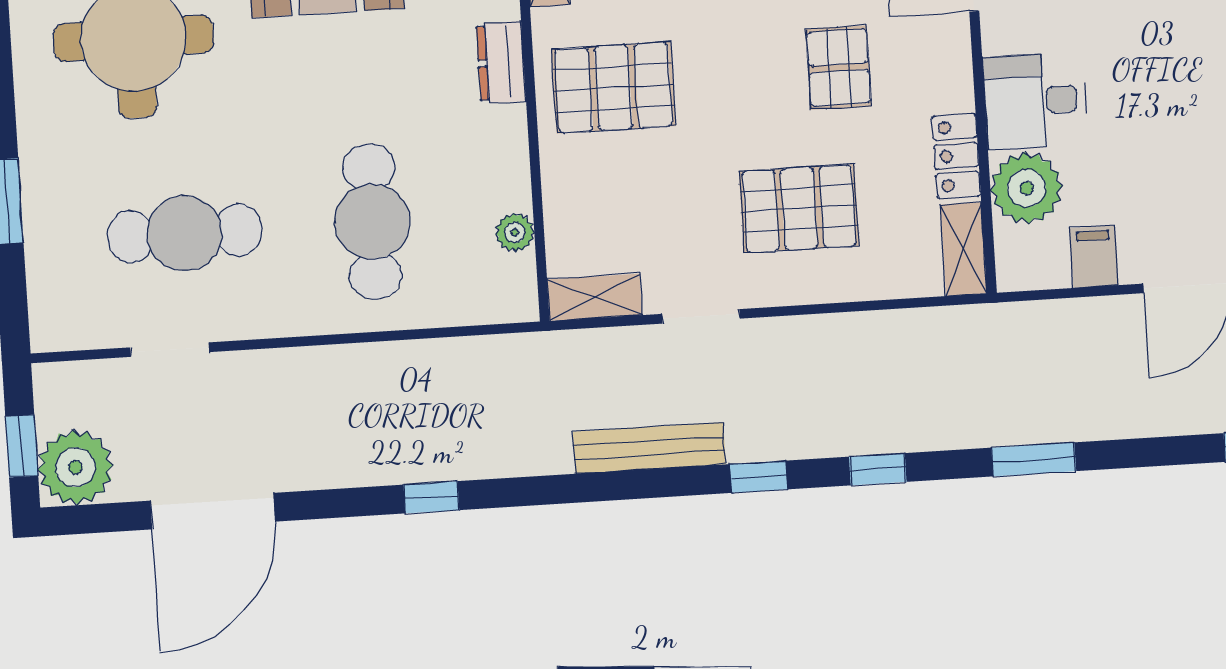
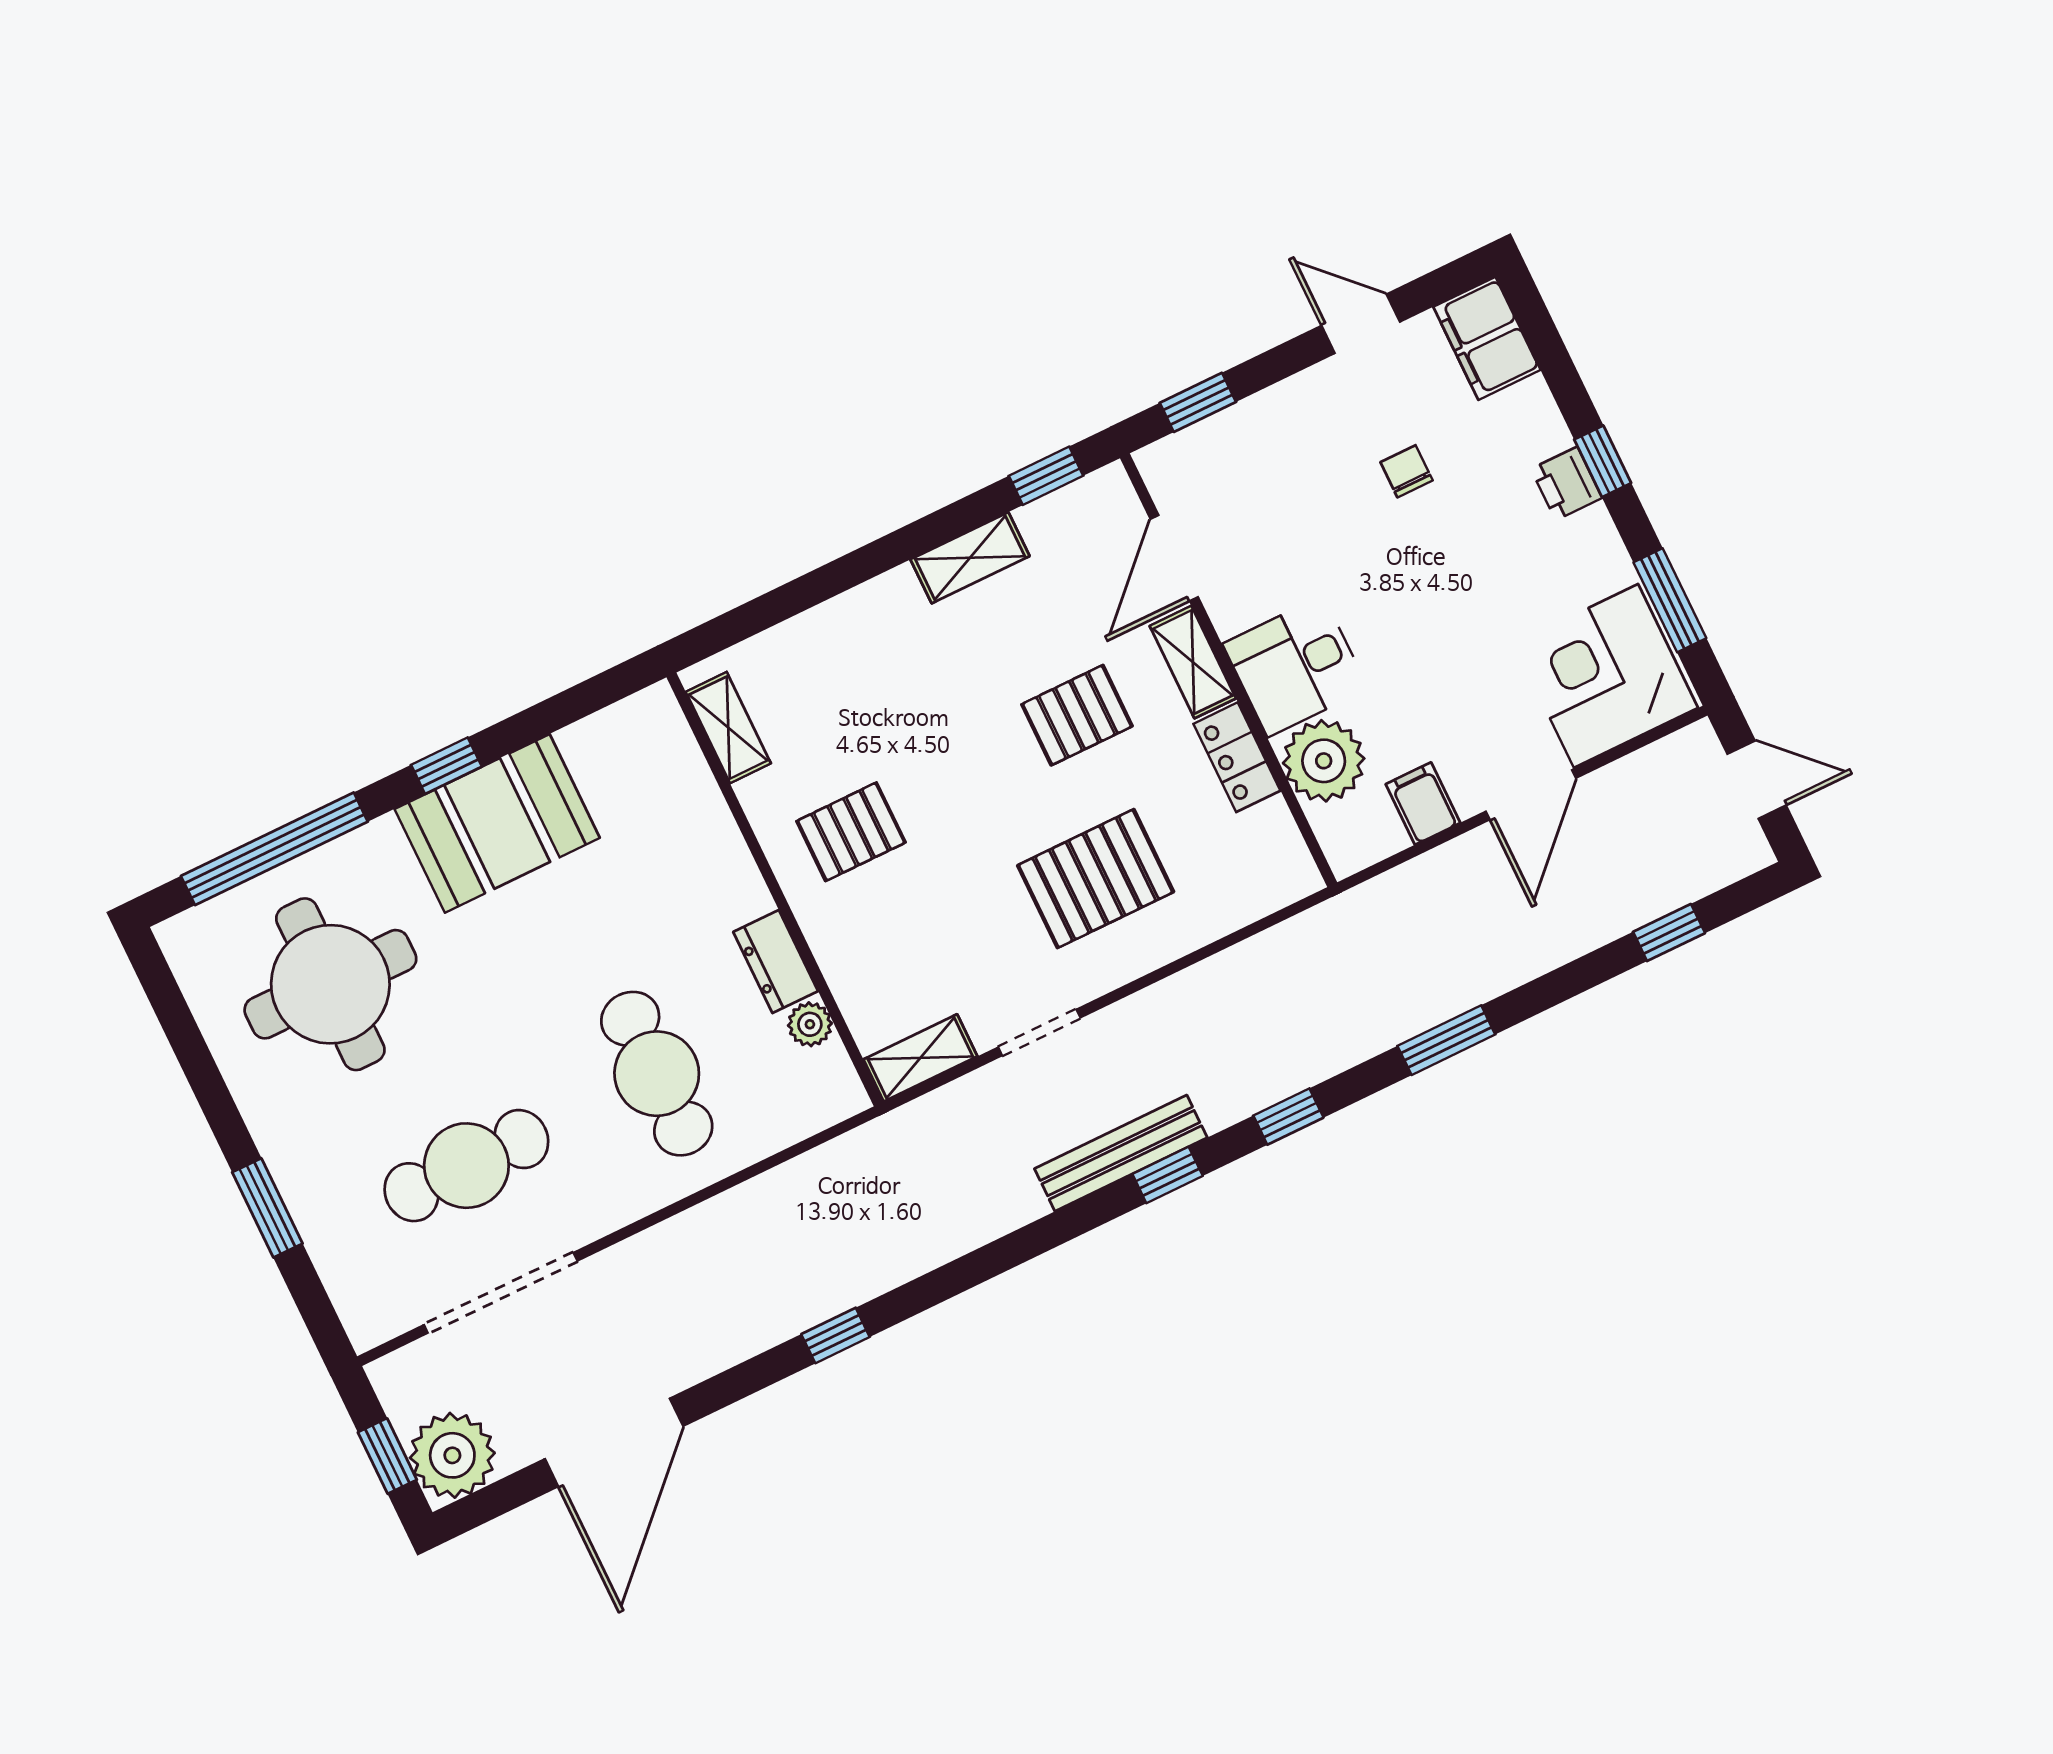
dresser: (501, 62) -> (776, 961), moved
pallet: (839, 68) -> (1077, 715), turned 90
pallet: (613, 88) -> (851, 832), width x0.67, depth x0.71
shelving: (964, 249) -> (1193, 662), moved
doorway: (170, 350) -> (501, 1293), width x1.88
bench: (649, 448) -> (1121, 1153), moved

